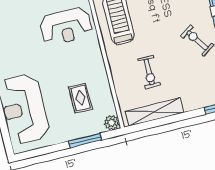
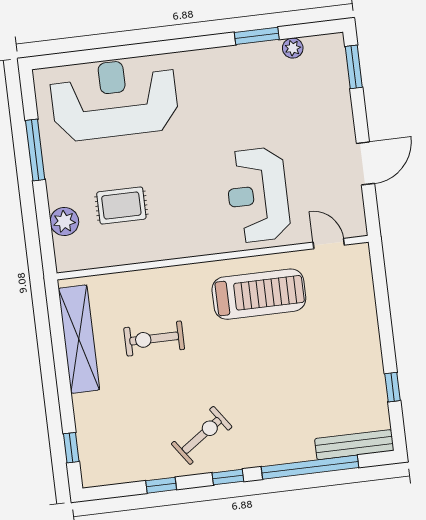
plant: (112, 123) -> (64, 222), moved
window: (85, 141) -> (35, 150), moved

